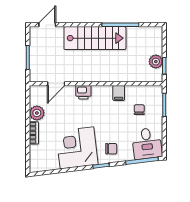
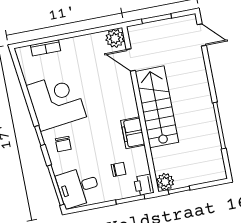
stairs: (95, 38) -> (157, 107), moved, turned 180
plant: (156, 62) -> (165, 182), moved
printer: (83, 92) -> (144, 185), moved
filing cabinet: (119, 93) -> (133, 133), width x2.00
plant: (37, 113) -> (115, 38), moved
bookcase: (34, 133) -> (45, 48), moved

